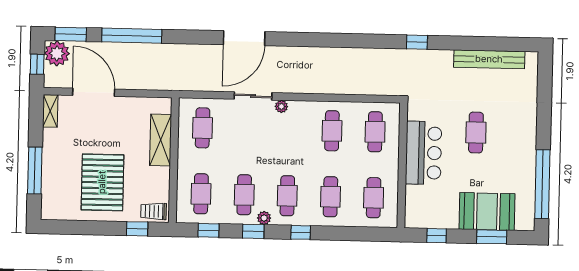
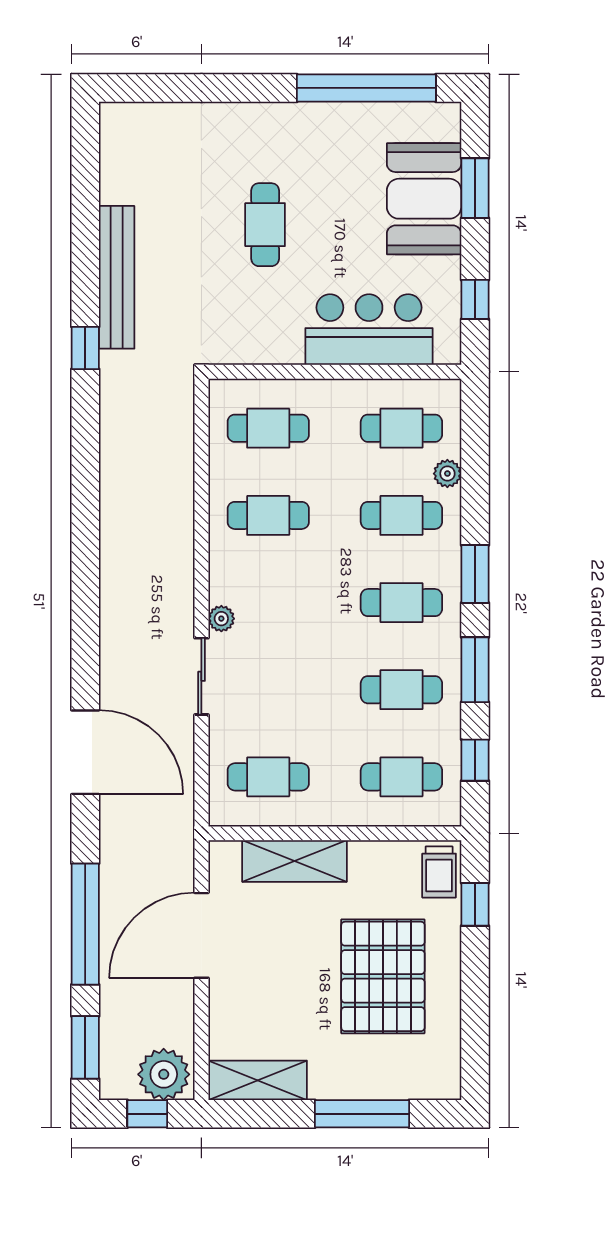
door: (244, 38) -> (85, 752), moved
plant: (57, 53) -> (164, 1074), moved
bench: (489, 59) -> (117, 277), moved
door: (94, 92) -> (201, 935), moved
shelving: (50, 111) -> (258, 1080), width x1.50, depth x1.33
cafe table: (476, 133) -> (265, 225), turned 90
bar counter: (424, 153) -> (369, 330), moved
pallet: (102, 182) -> (383, 976), turned 90
plant: (264, 218) -> (447, 474), moved
window: (253, 231) -> (475, 670), width x1.50
window: (301, 232) -> (475, 574), width x1.50

